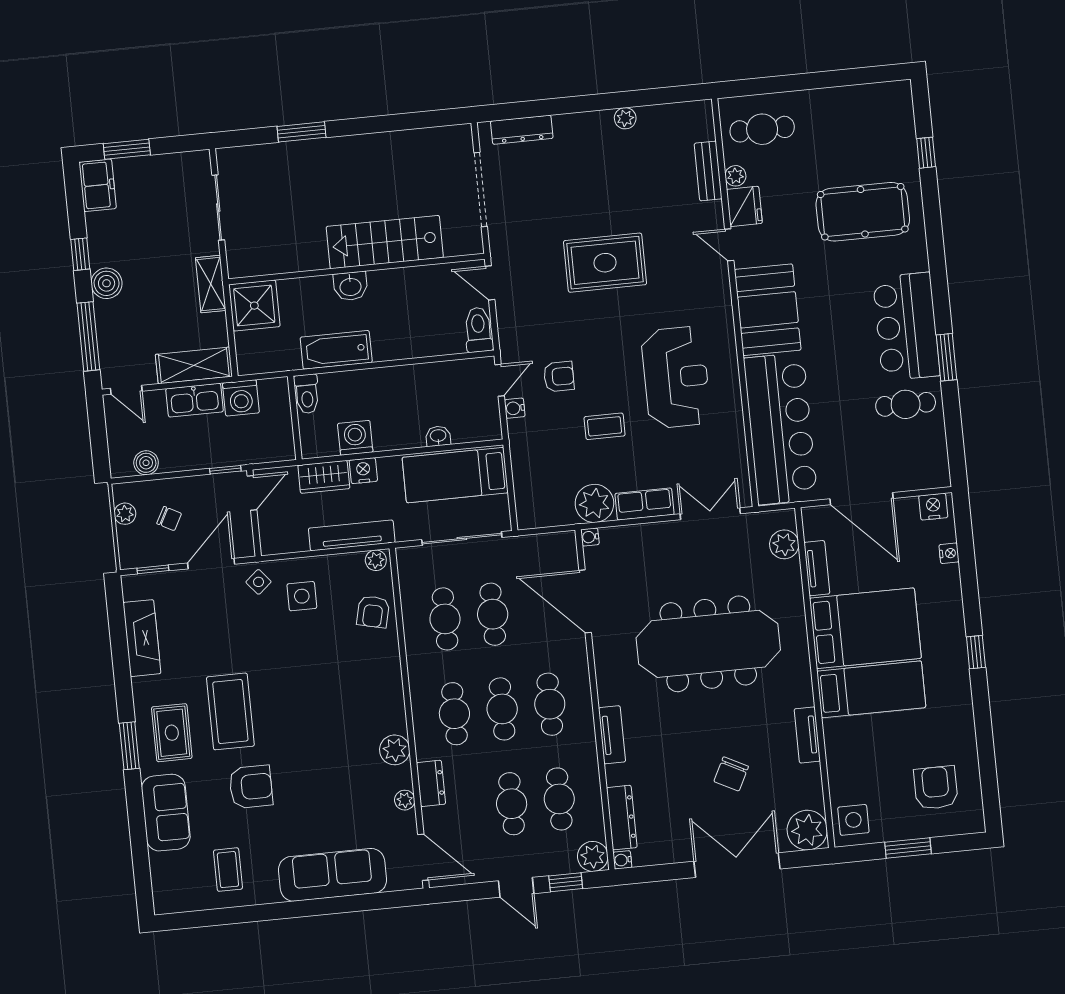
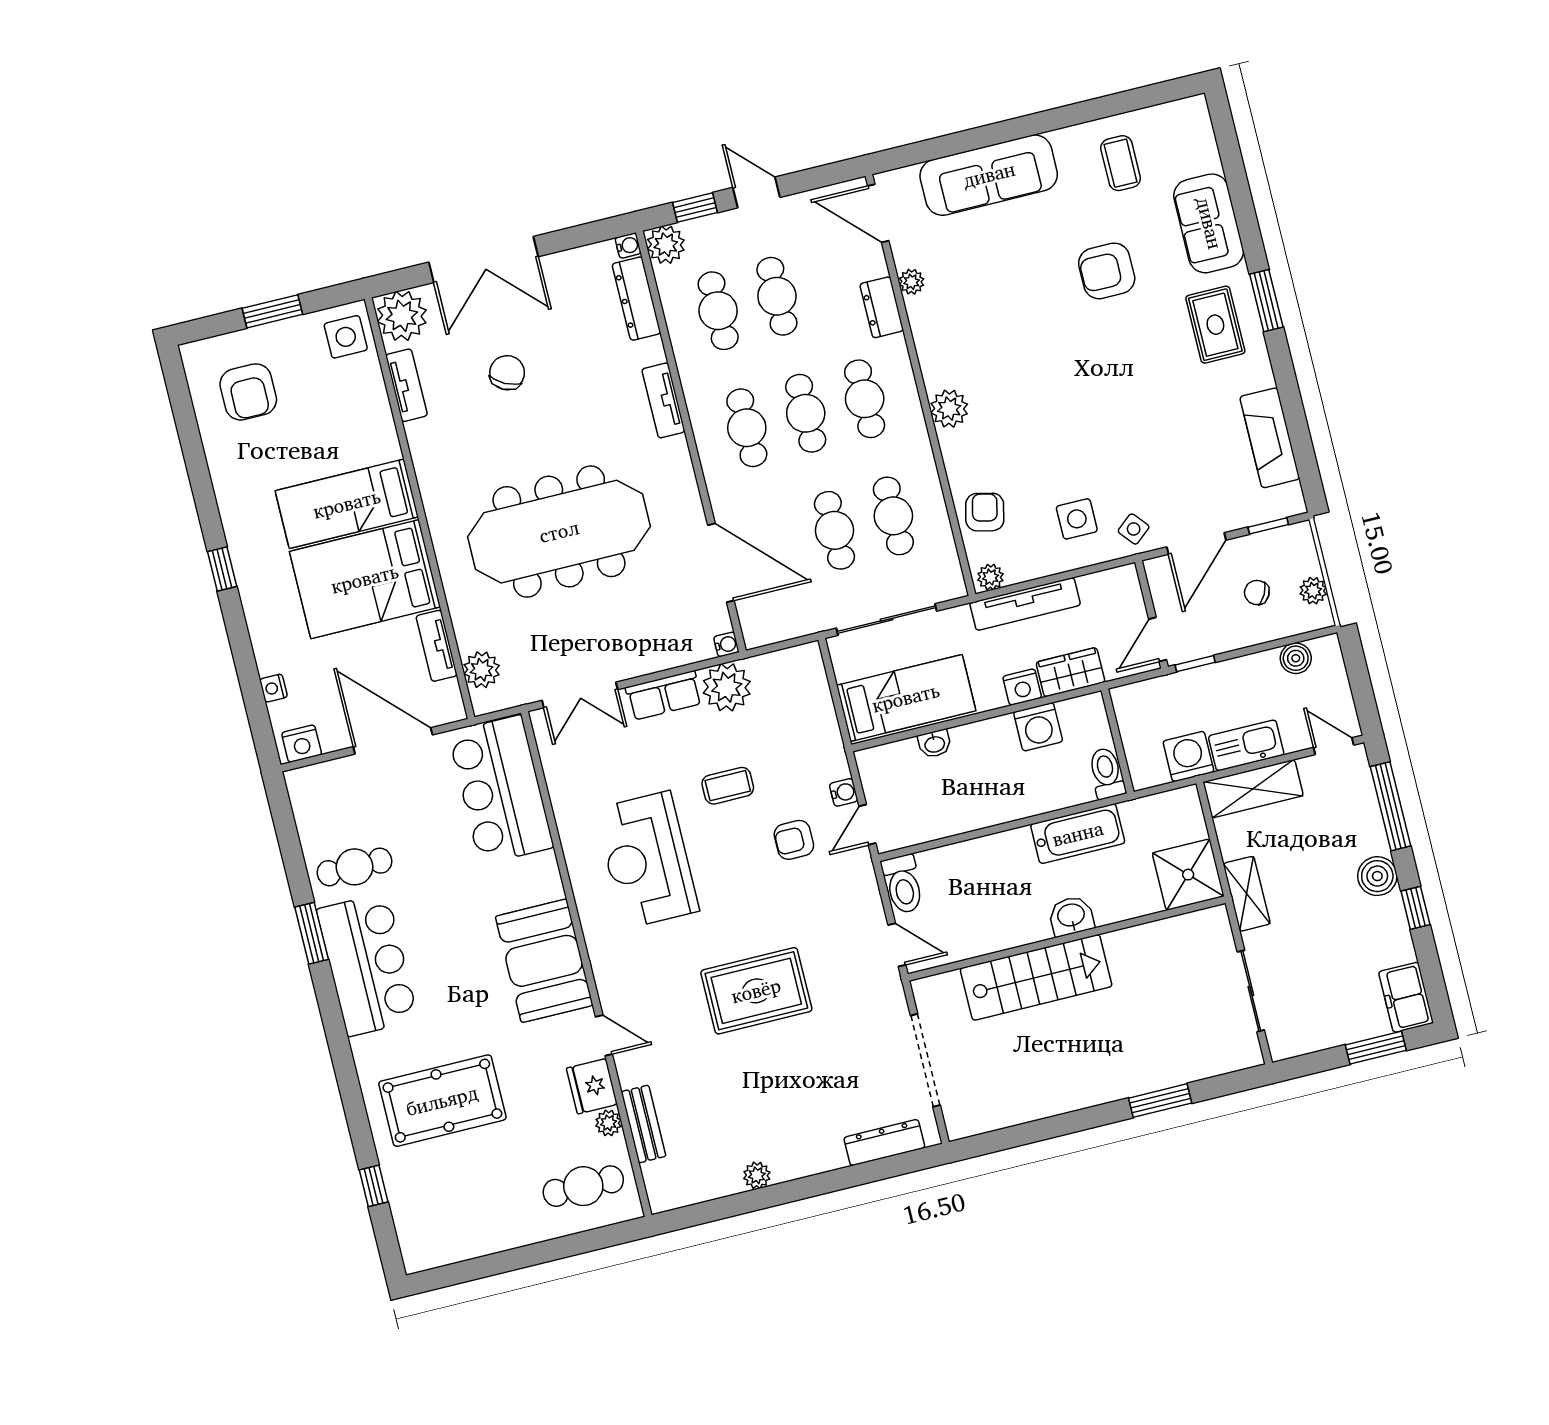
bar counter: (781, 429) -> (501, 790), width x0.73
coffee table: (230, 711) -> (1146, 362), removed
tv unit: (807, 735) -> (406, 385), moved
plant: (395, 750) -> (949, 409), moved

